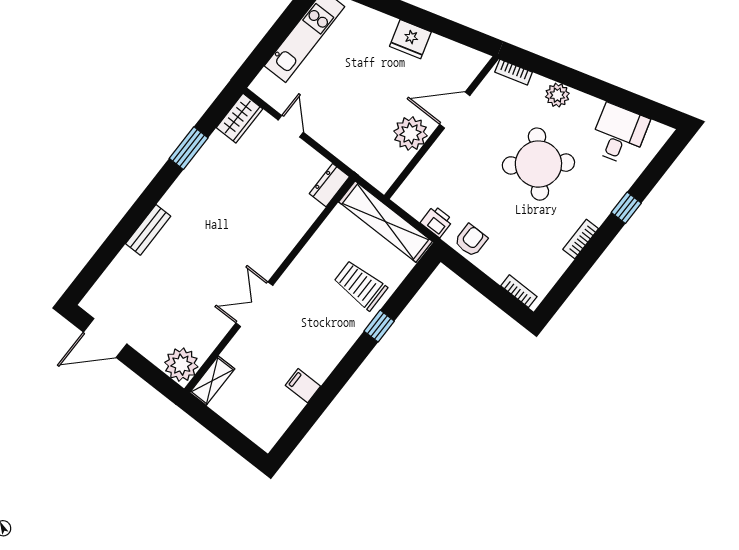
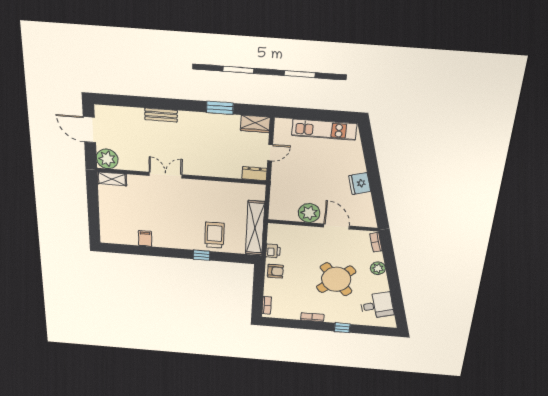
dresser: (329, 185) -> (254, 174), moved
wall: (270, 285) -> (181, 176), moved
double door: (254, 304) -> (166, 175), moved
plant: (181, 365) -> (107, 159), moved
shelving: (212, 381) -> (112, 179), moved

